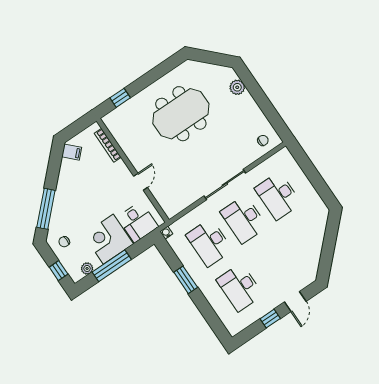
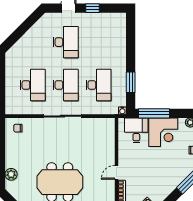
door: (141, 182) -> (116, 172), moved
window: (112, 266) -> (154, 113), moved
window: (186, 280) -> (131, 82), moved
desk: (240, 287) -> (66, 42), moved

